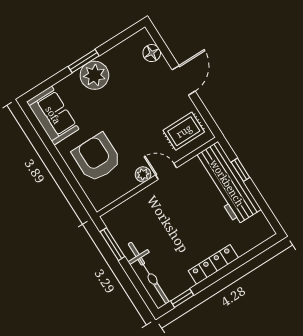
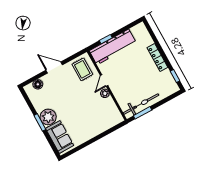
sofa: (53, 115) -> (60, 137), moved, turned 90
armchair: (97, 158) -> (94, 119), removed
bicycle: (149, 273) -> (141, 104), moved

